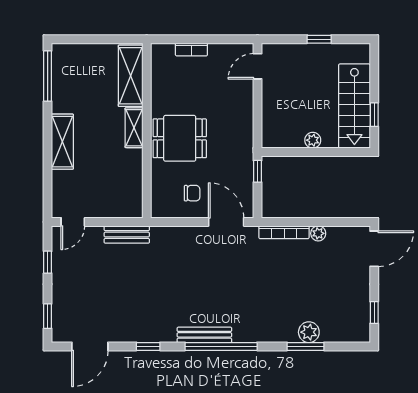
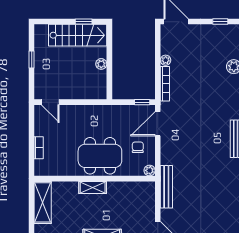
shelving: (131, 76) -> (43, 202), moved, turned 90
dining table: (180, 138) -> (100, 156), width x1.38
window: (258, 171) -> (142, 102), moved
plant: (158, 210) -> (150, 170), added
bench: (127, 235) -> (166, 187), width x1.36

